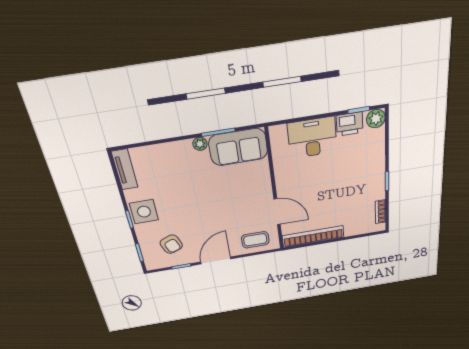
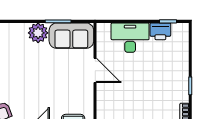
plant: (376, 119) -> (181, 30), removed
plant: (200, 144) -> (38, 33), width x1.87, depth x1.87
door: (277, 212) -> (95, 70), moved

